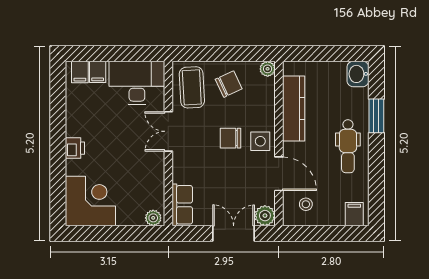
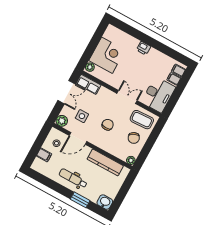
side table: (260, 141) -> (82, 116), moved
corner desk: (90, 201) -> (107, 55), moved, turned -90
filing cabinet: (354, 214) -> (44, 155), moved
double door: (234, 233) -> (67, 92), moved

